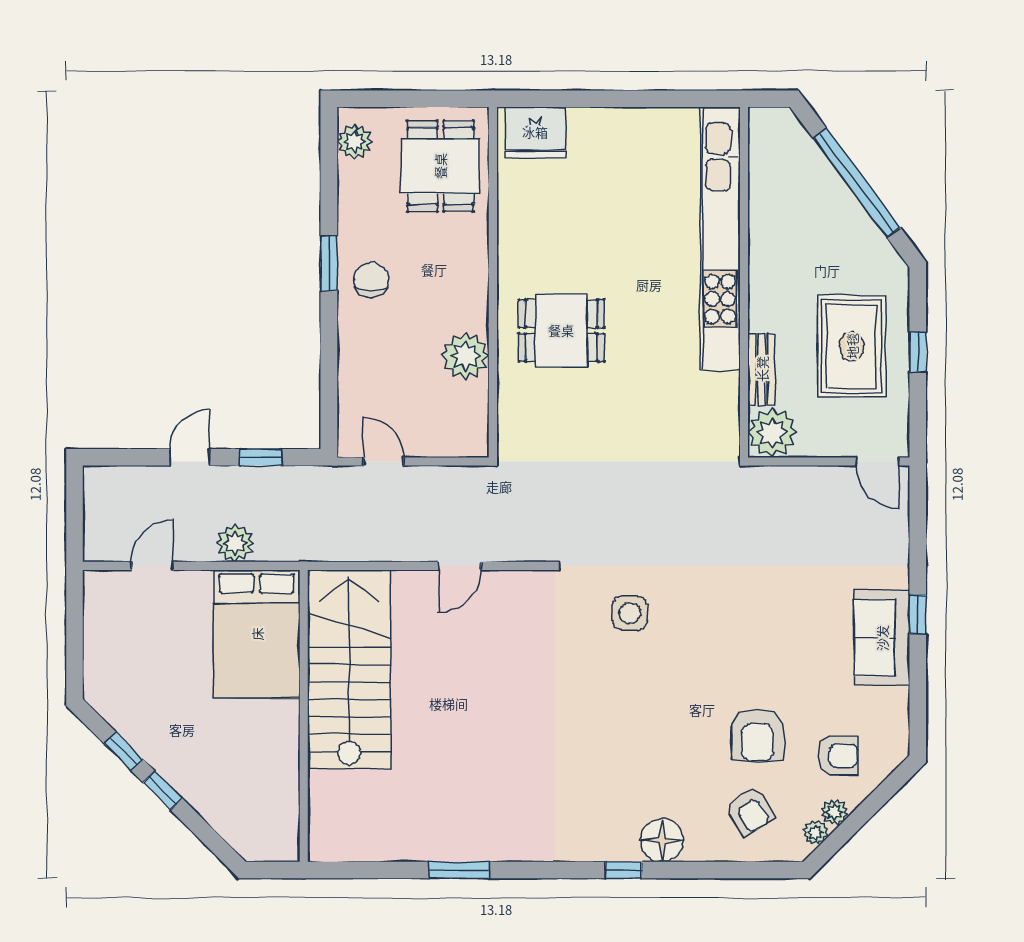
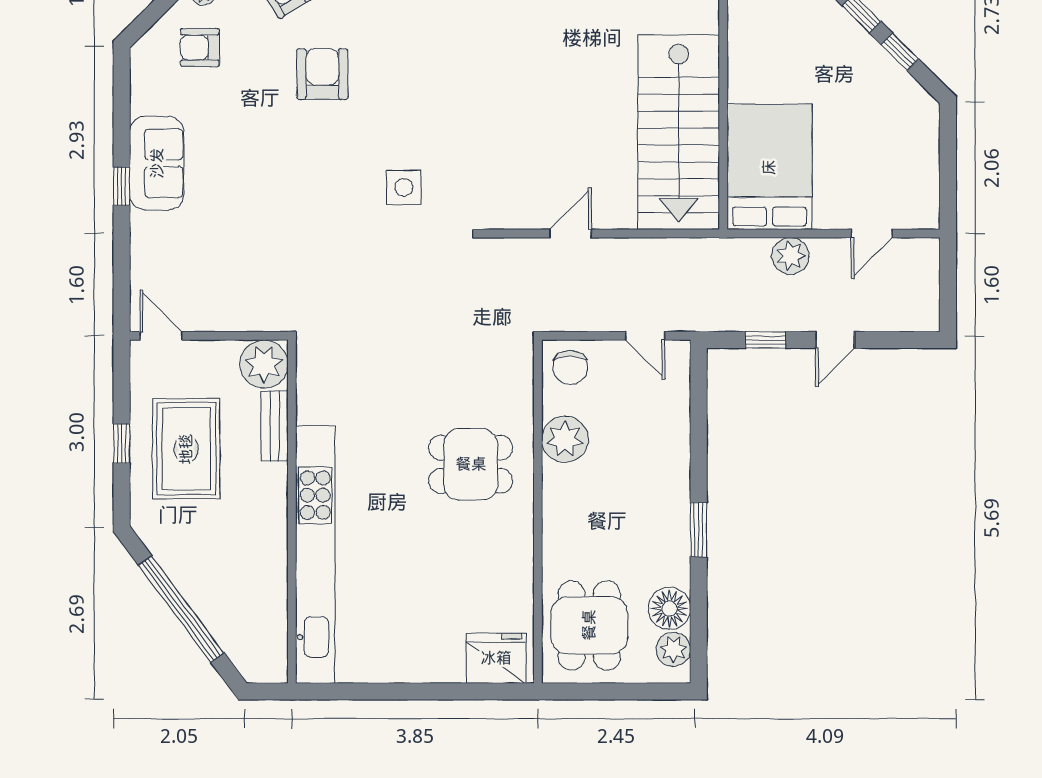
floor lamp: (359, 183) -> (669, 609), added
chair: (371, 280) -> (570, 368), moved
armchair: (757, 735) -> (322, 74), moved

